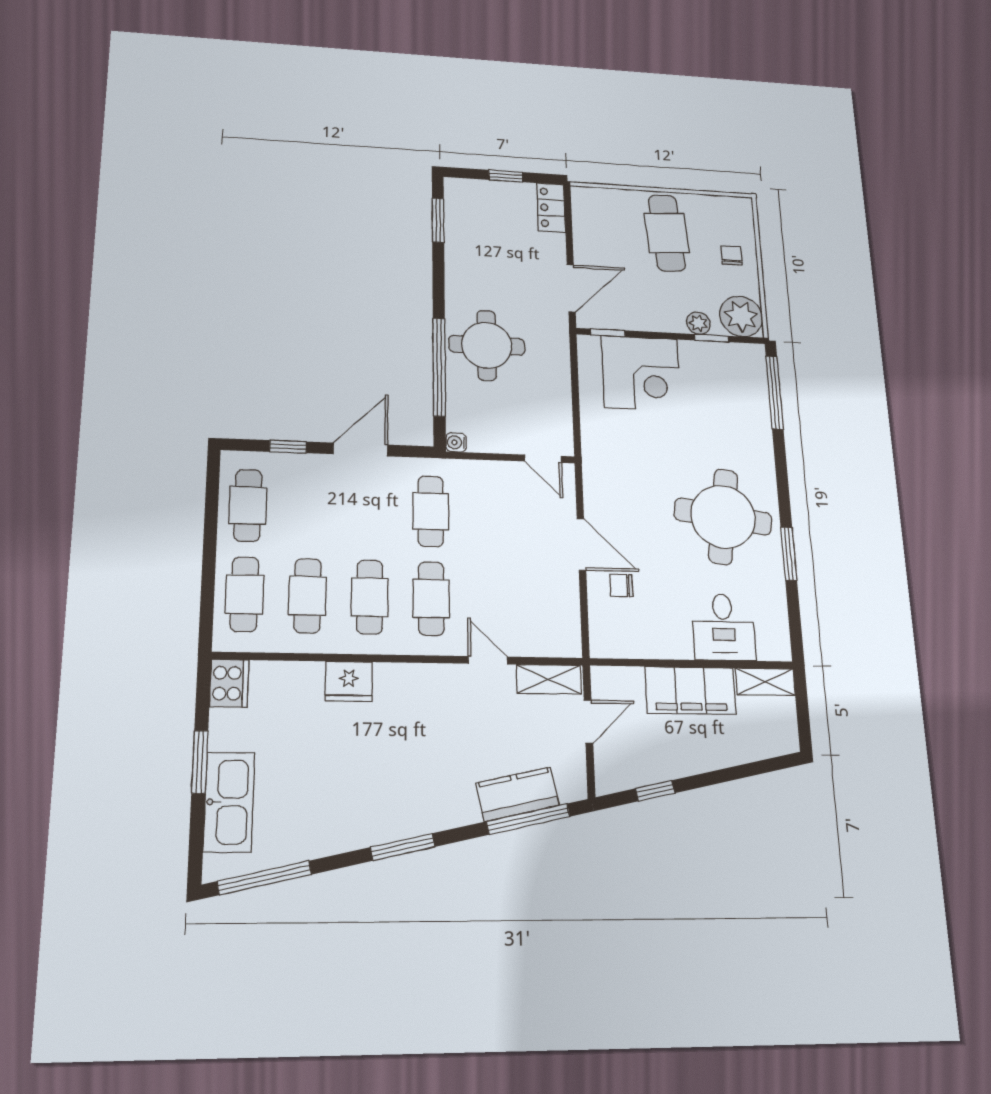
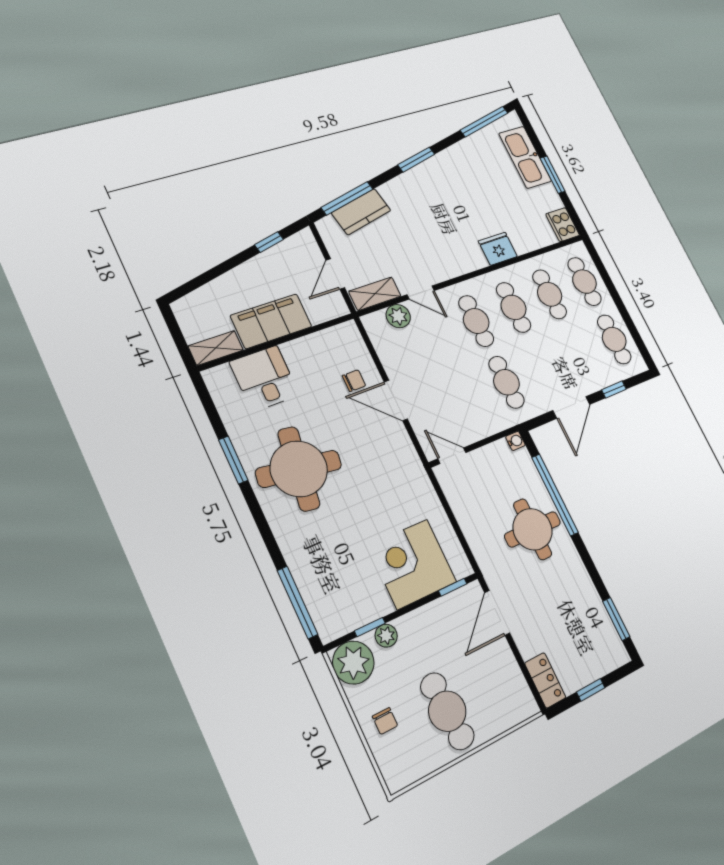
plant: (532, 641) -> (398, 316), added

